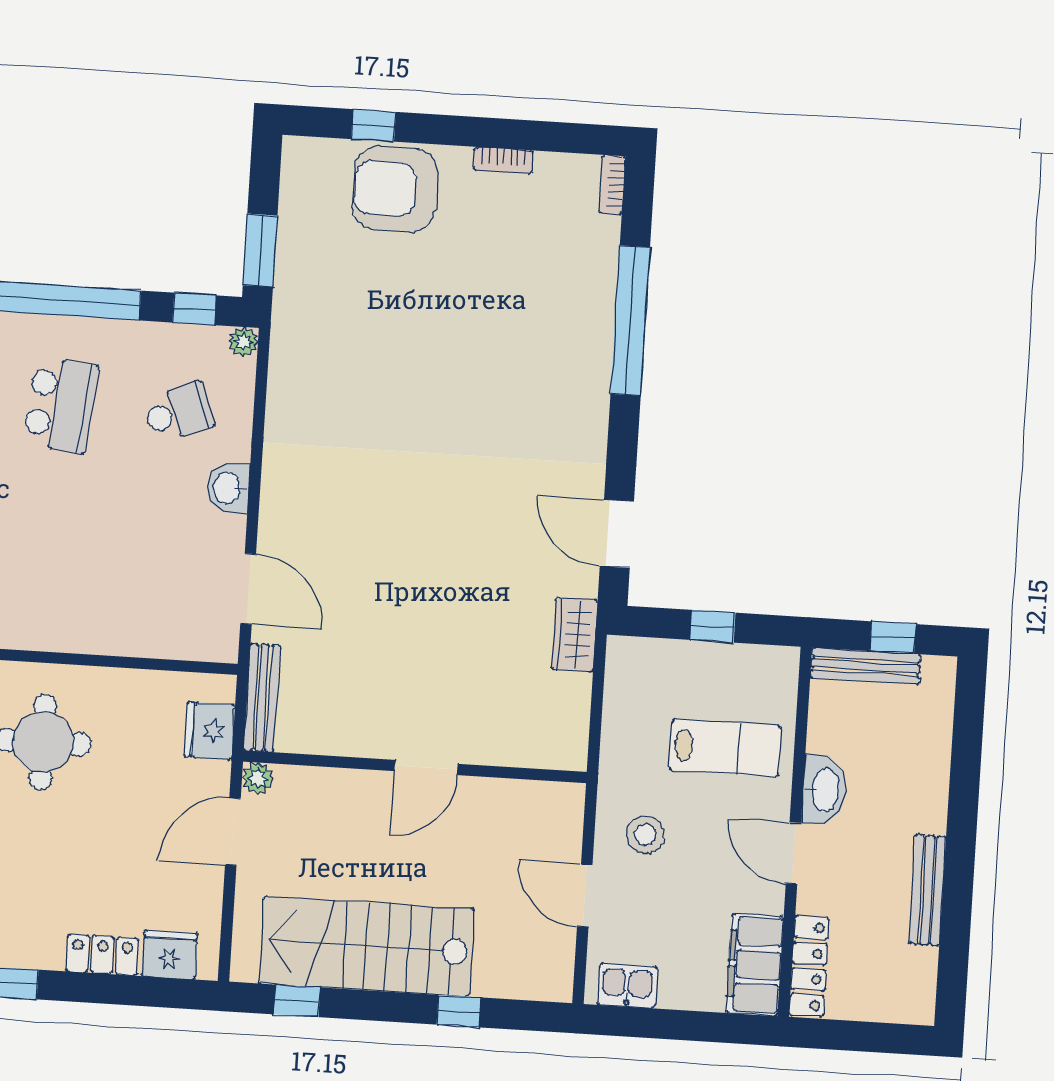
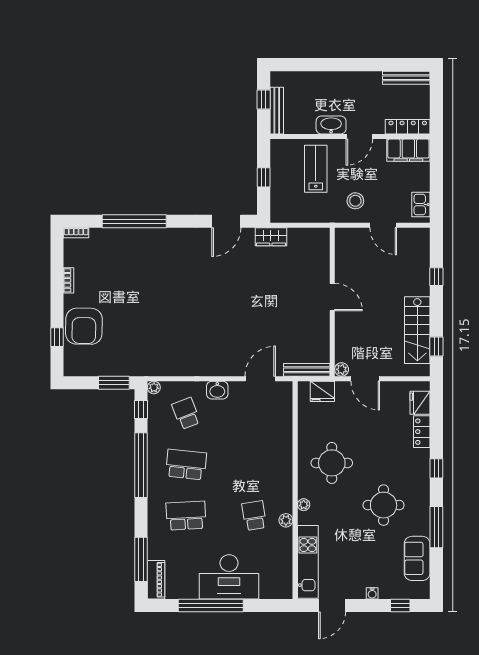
bench: (927, 890) -> (406, 78), moved
door: (585, 896) -> (383, 225), hinge flipped
stairs: (366, 946) -> (417, 330), width x0.73, depth x0.66

